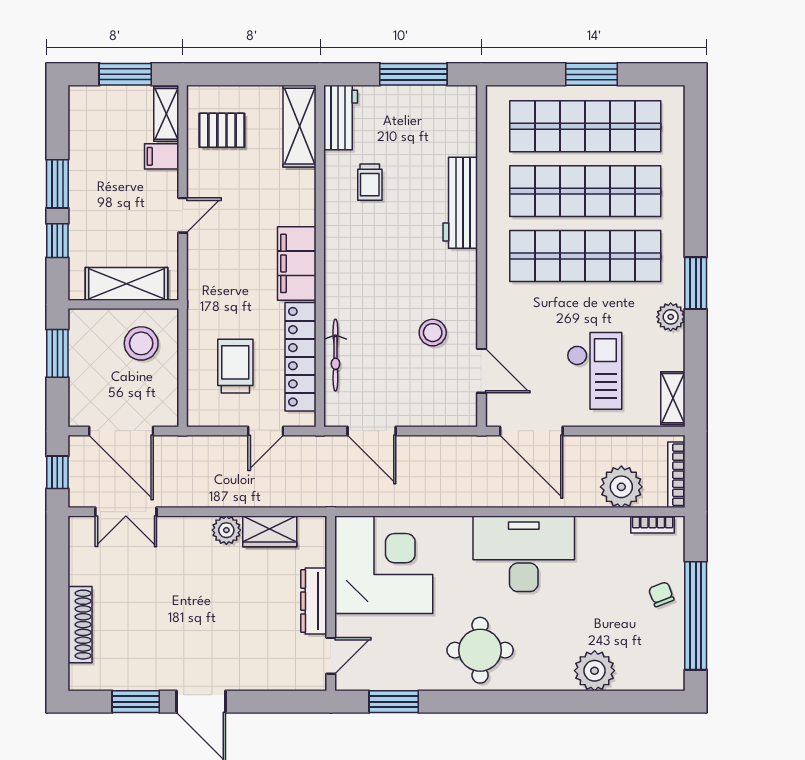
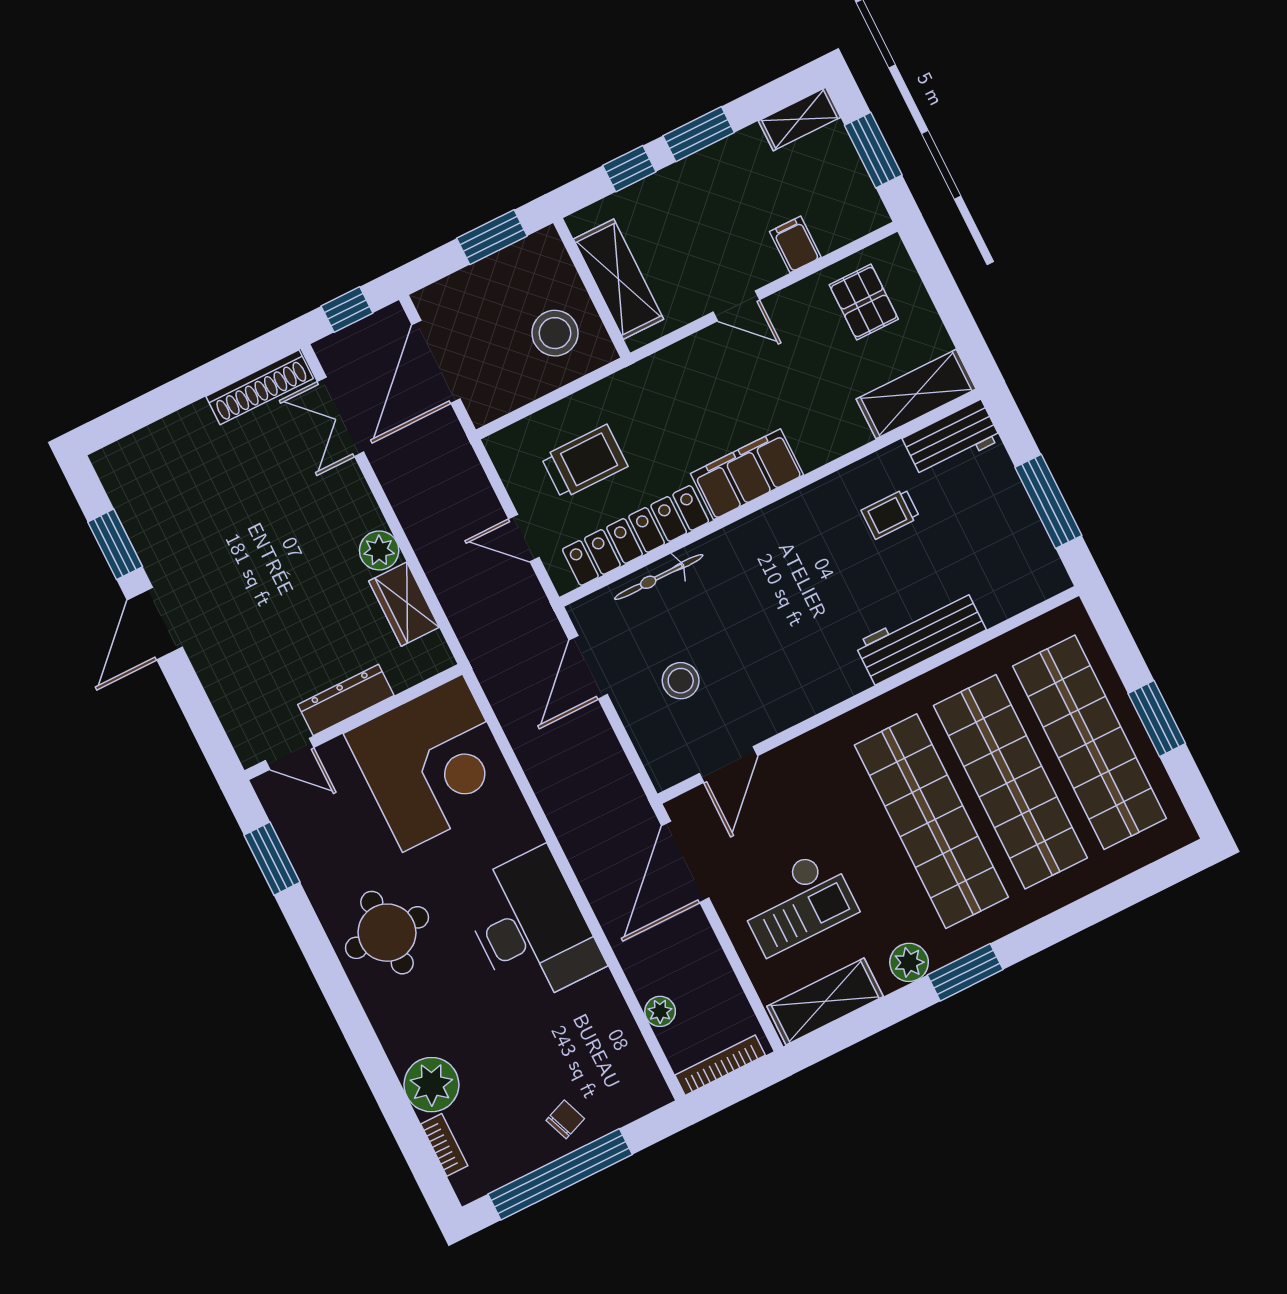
shelving: (166, 114) -> (799, 119), moved
stool: (433, 333) -> (681, 681), moved
shelving: (673, 398) -> (825, 1001), width x1.50, depth x1.33
plant: (621, 487) -> (660, 1011), width x0.53, depth x0.53
bookcase: (653, 524) -> (444, 1145), moved, turned 180
shoe rack: (80, 625) -> (260, 387), moved

